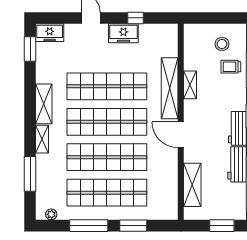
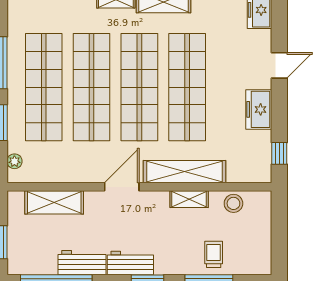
window: (136, 18) -> (279, 153), moved
stool: (222, 44) -> (233, 203), moved
plant: (51, 214) -> (14, 161), moved

